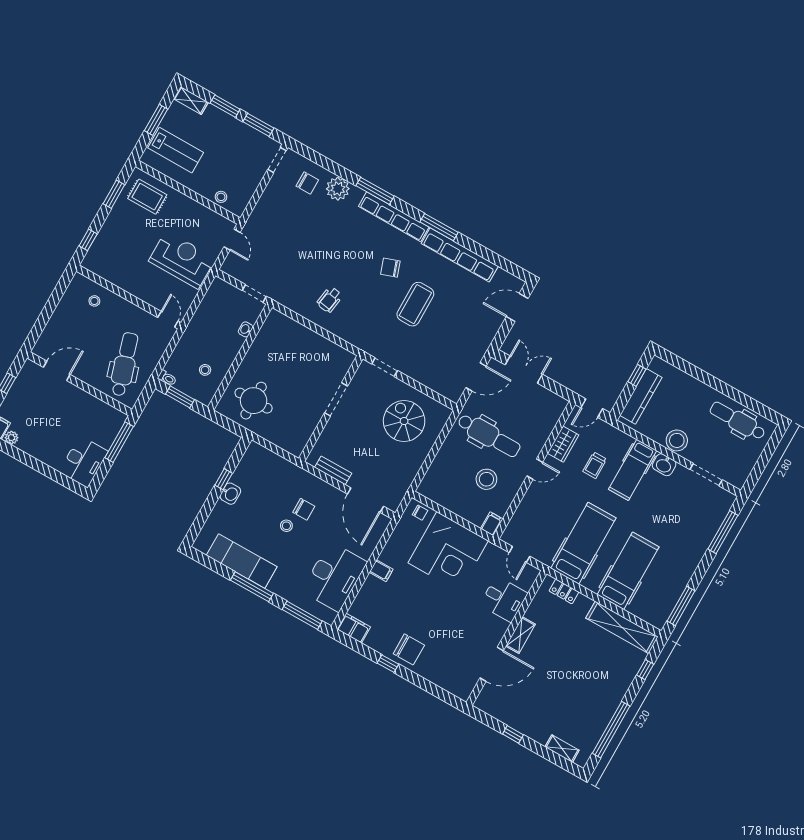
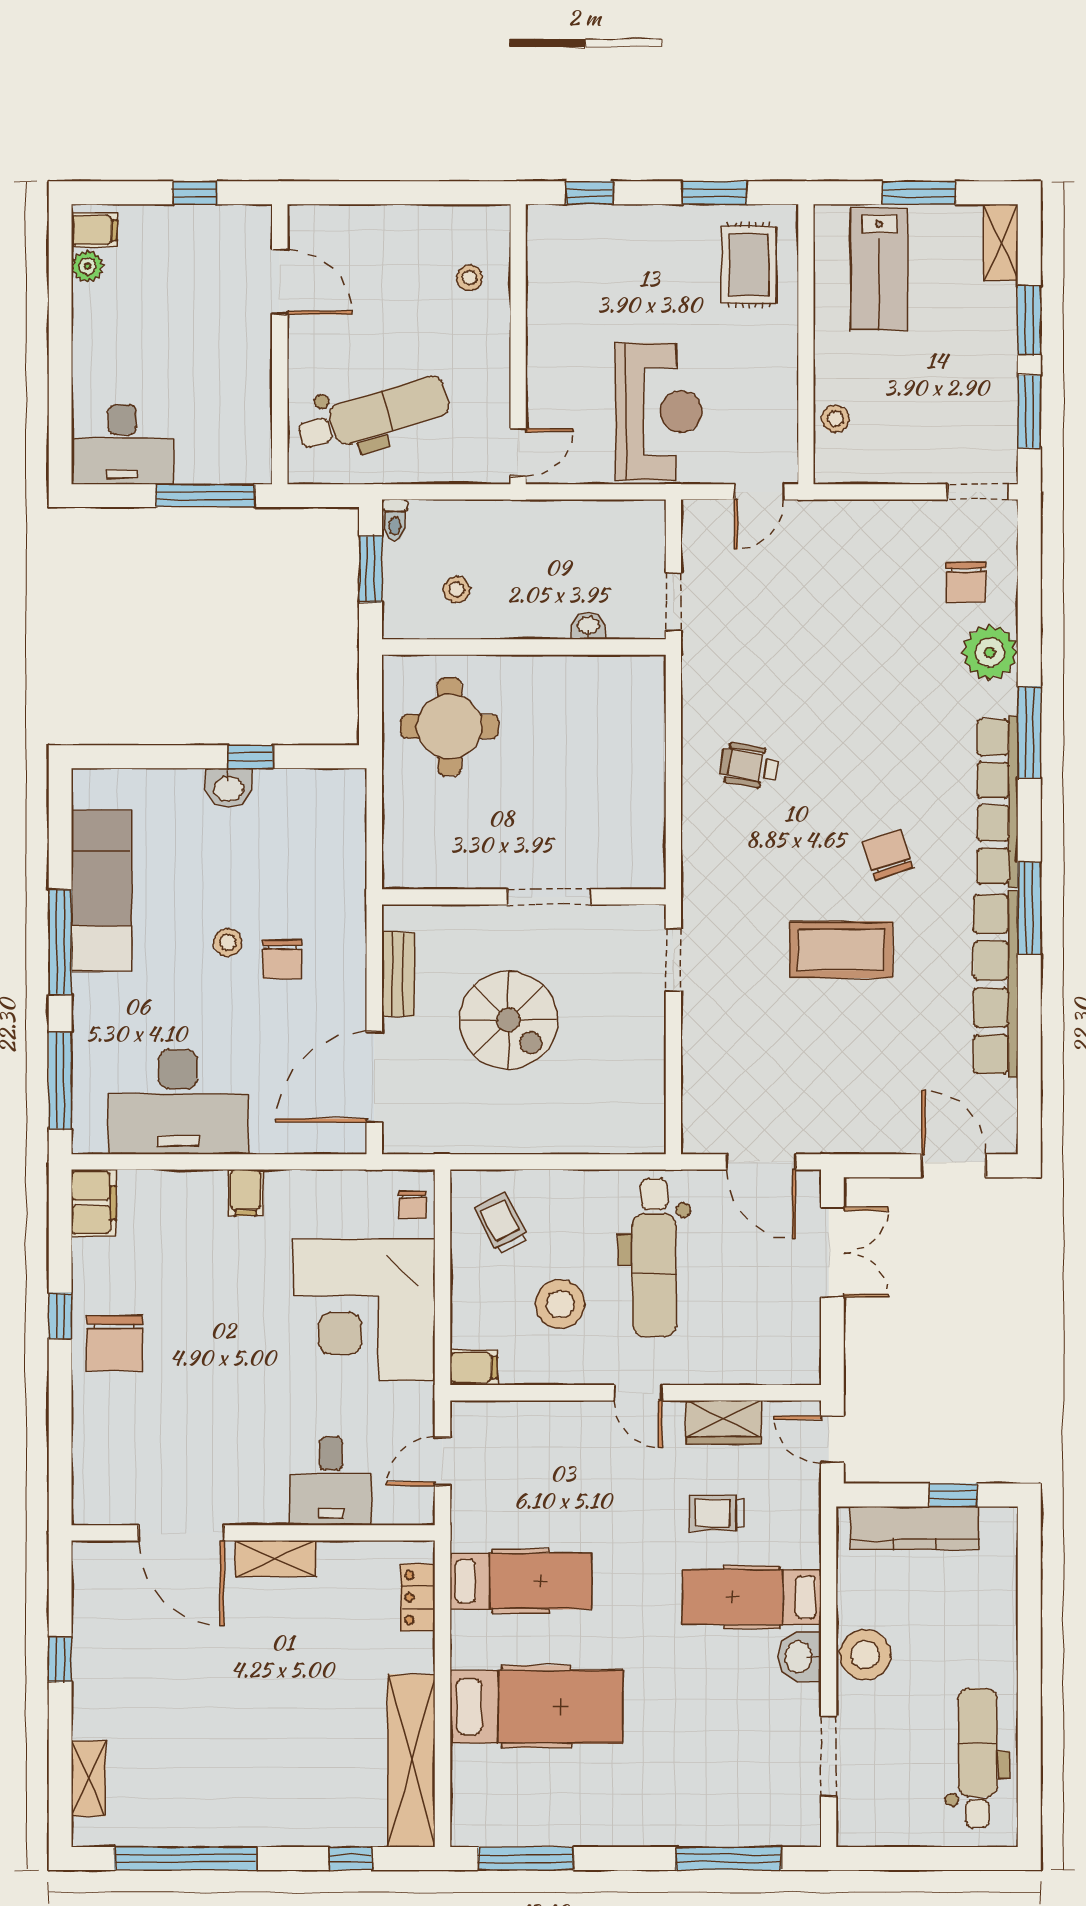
spiral stairs: (404, 421) -> (508, 1020), moved, turned 90
trolley: (445, 484) -> (502, 1223), added
hospital bed: (583, 543) -> (521, 1581), width x0.73, depth x0.78

